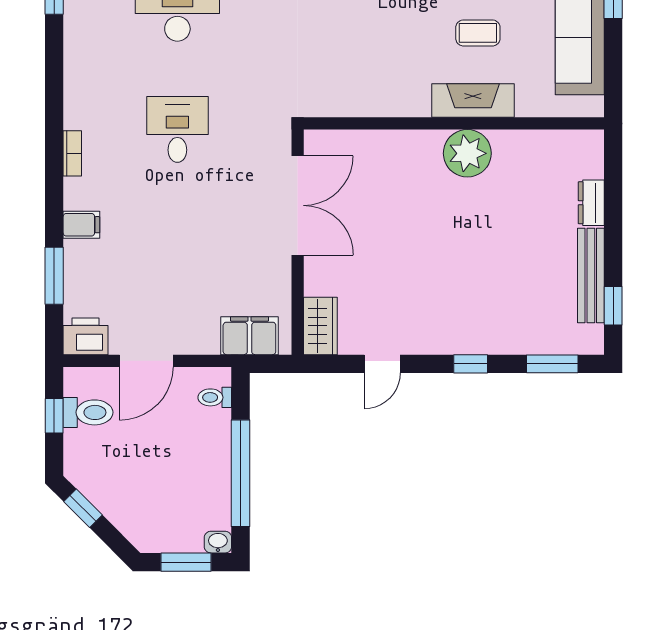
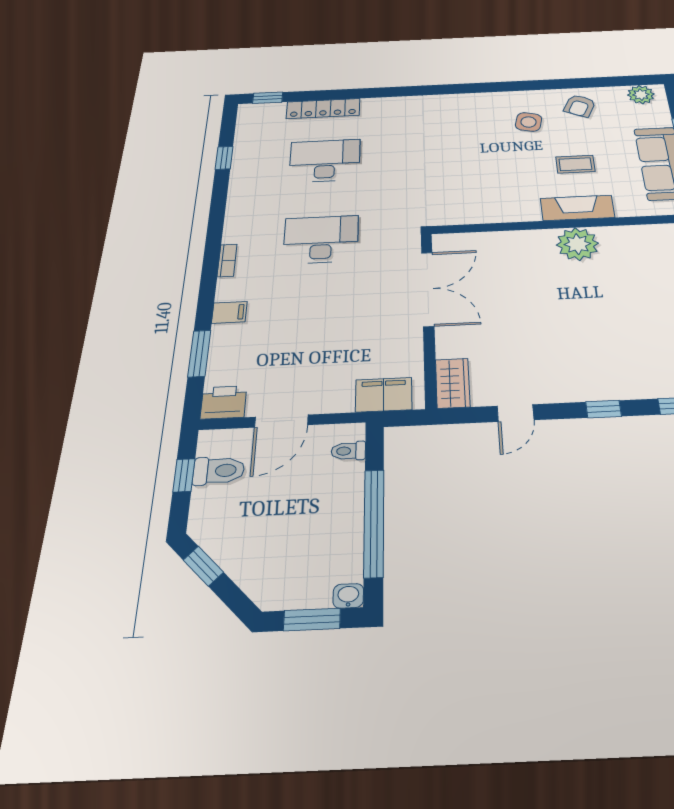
desk: (177, 129) -> (321, 239), width x1.37

